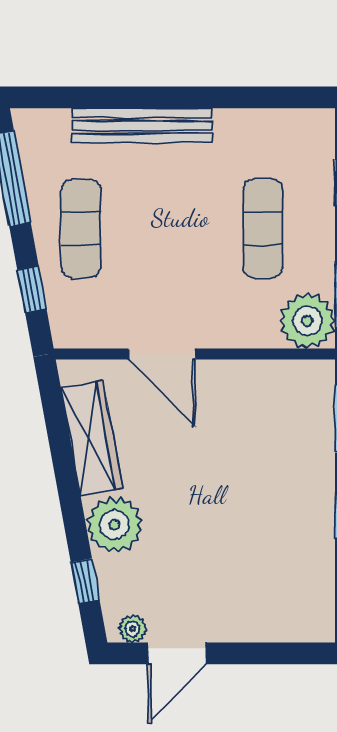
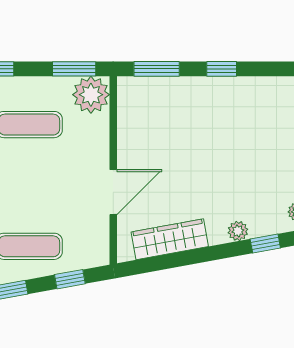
plant: (114, 525) -> (238, 231), width x0.53, depth x0.53

